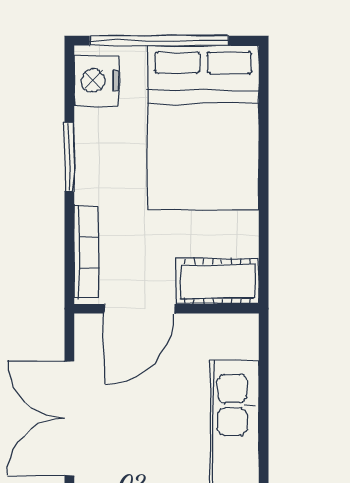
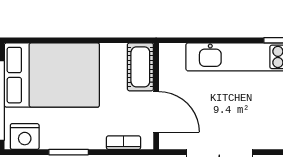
bookcase: (86, 252) -> (123, 143), width x0.64

